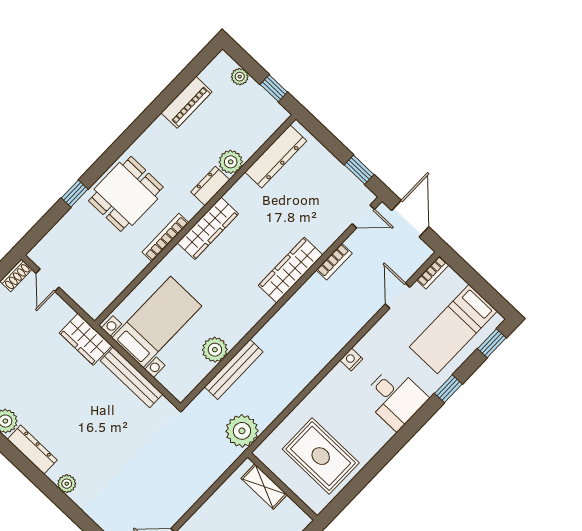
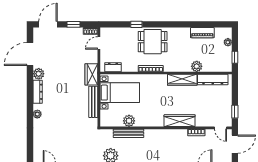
dresser: (210, 186) -> (113, 67), moved
wardrobe: (208, 228) -> (182, 80), moved

